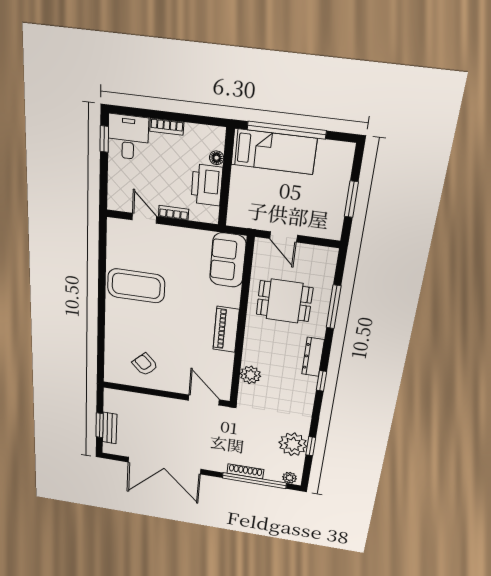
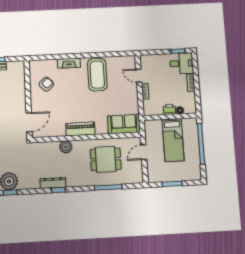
bed: (274, 151) -> (173, 140), moved
printer: (207, 185) -> (169, 109), width x0.53, depth x0.68
door: (144, 218) -> (139, 76), swing flipped
dining table: (284, 301) -> (106, 159), turned 90
fireplace: (113, 325) -> (69, 63), added
dresser: (313, 357) -> (53, 183), moved
plant: (250, 375) -> (66, 147), moved

